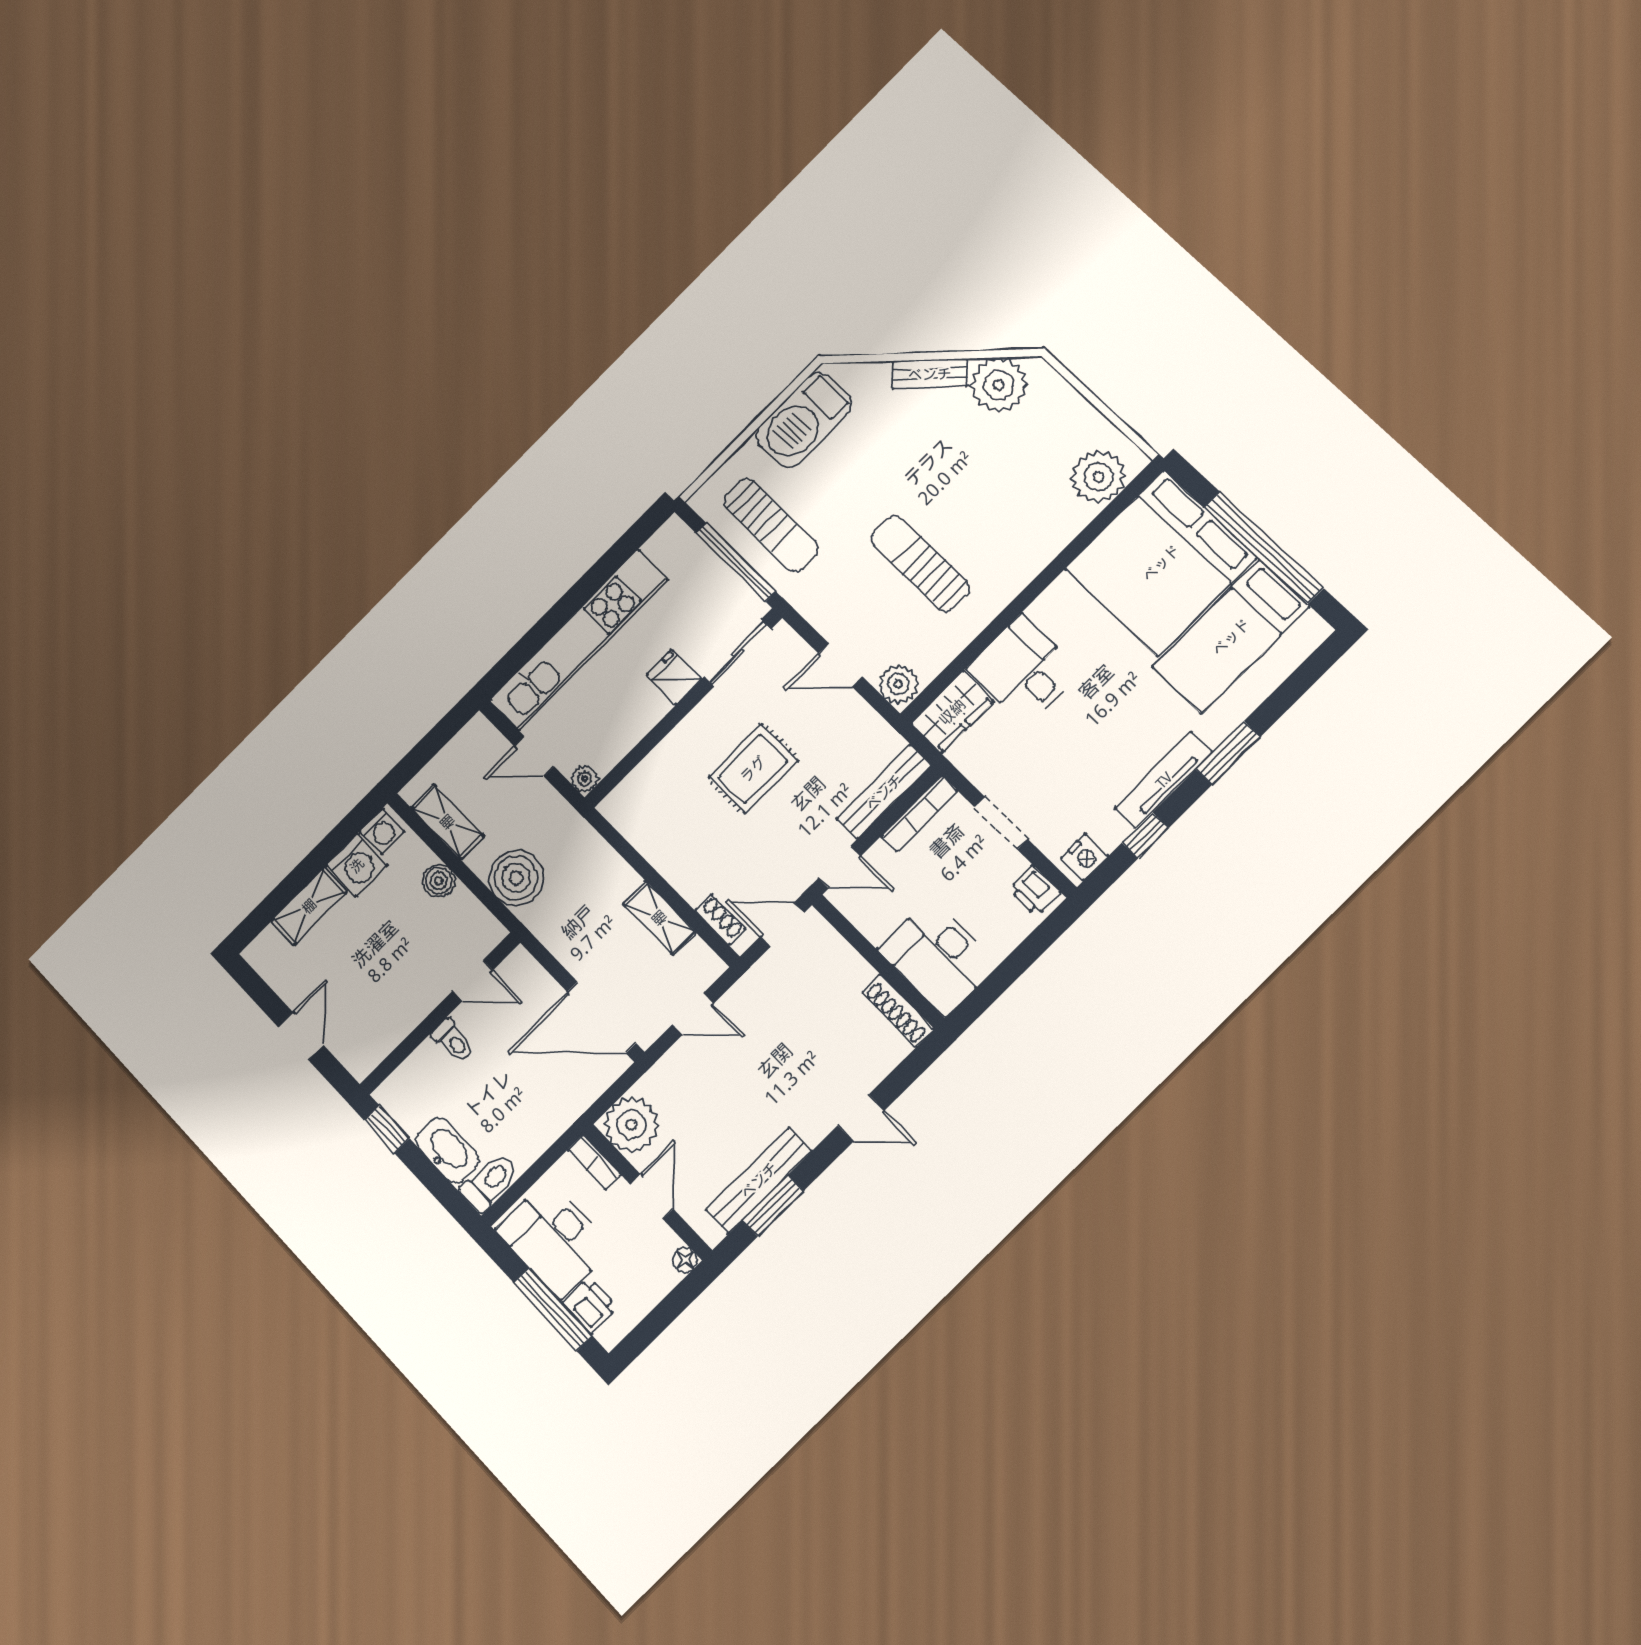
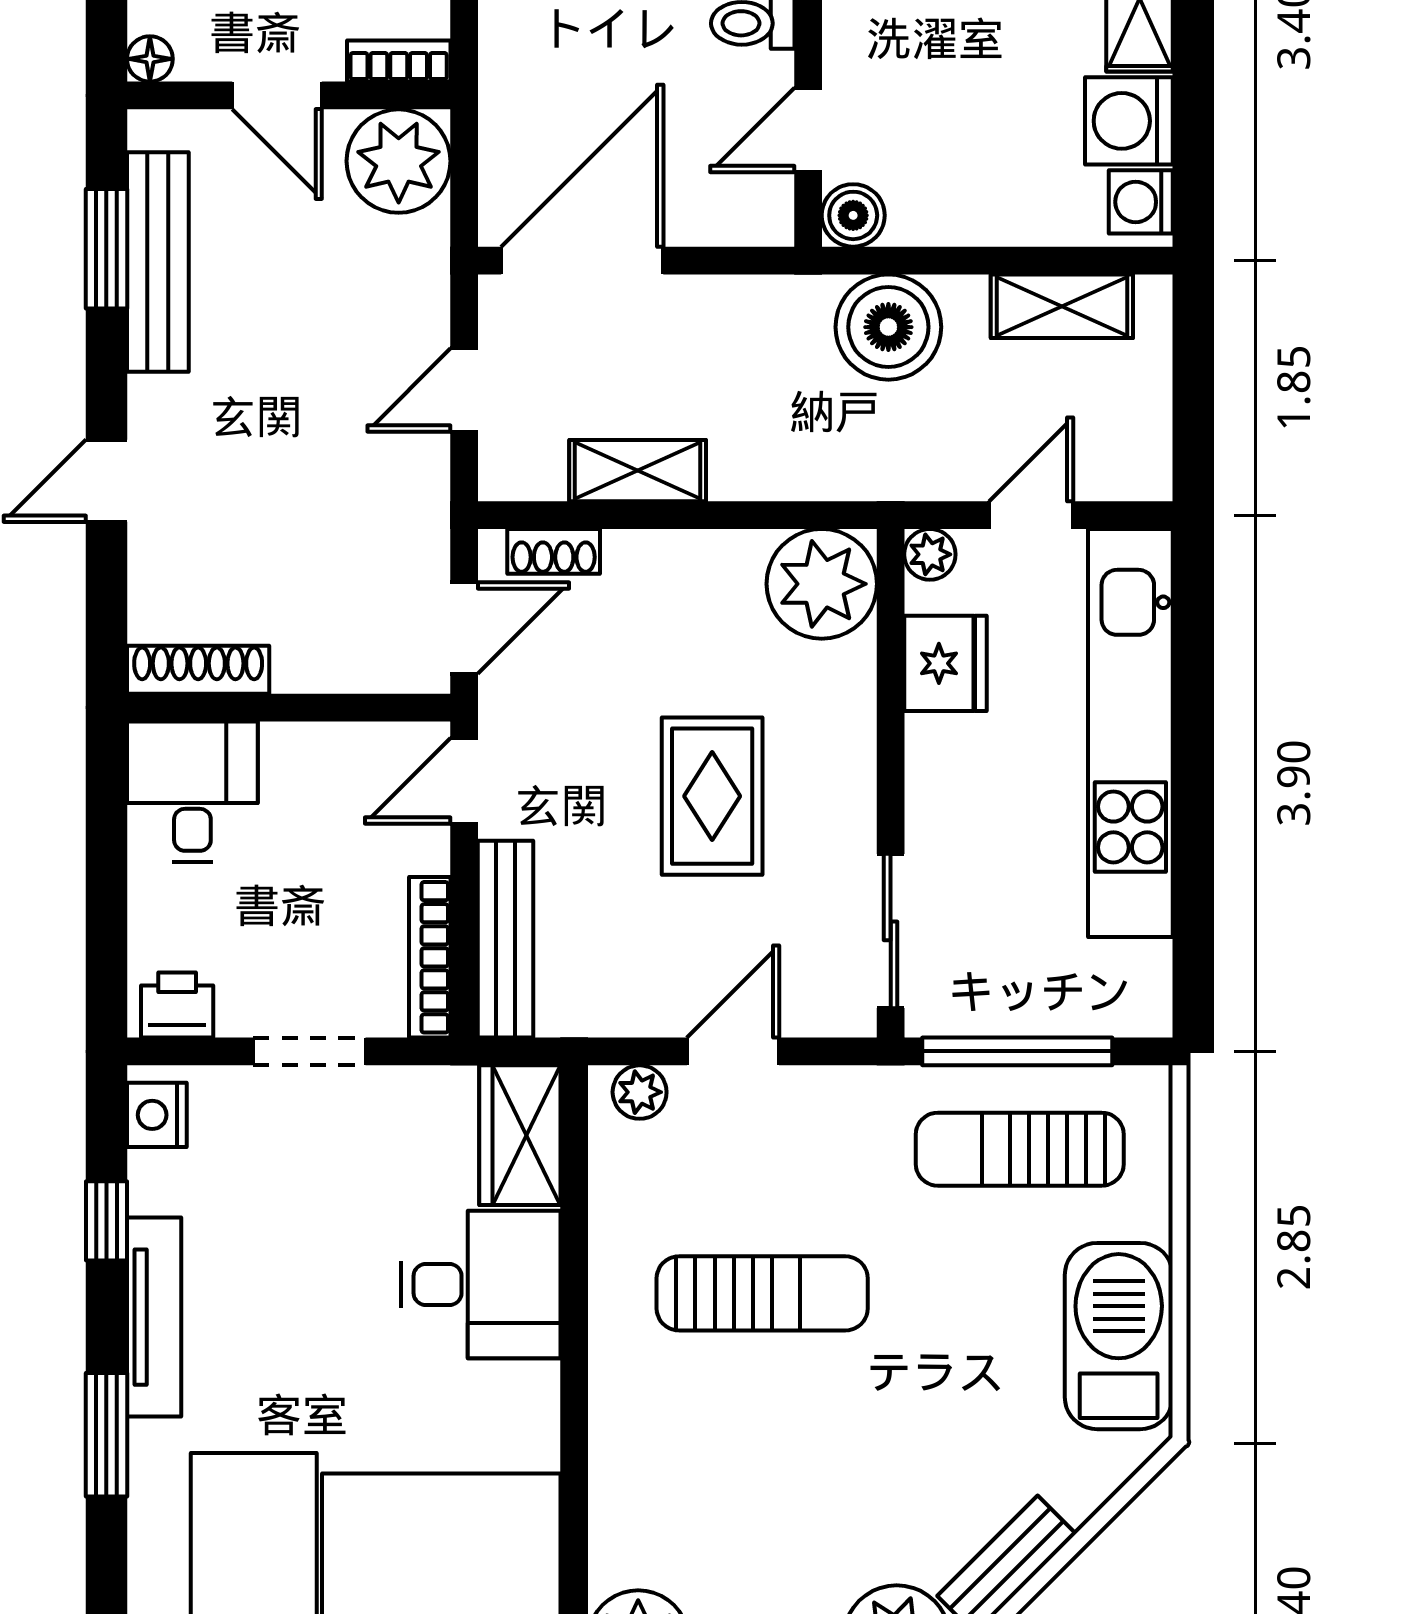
fridge: (674, 677) -> (945, 663), moved, width x1.38
plant: (898, 684) -> (640, 1092), width x0.73, depth x0.73
plant: (634, 807) -> (822, 584), added
boiler: (439, 881) -> (853, 215), moved
desk: (938, 957) -> (192, 792), width x0.73

